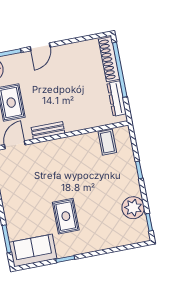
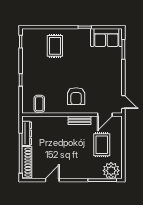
door: (40, 47) -> (52, 180), moved
armchair: (59, 162) -> (76, 96), added
plant: (133, 208) -> (30, 54), removed
rug: (66, 216) -> (55, 46), moved

